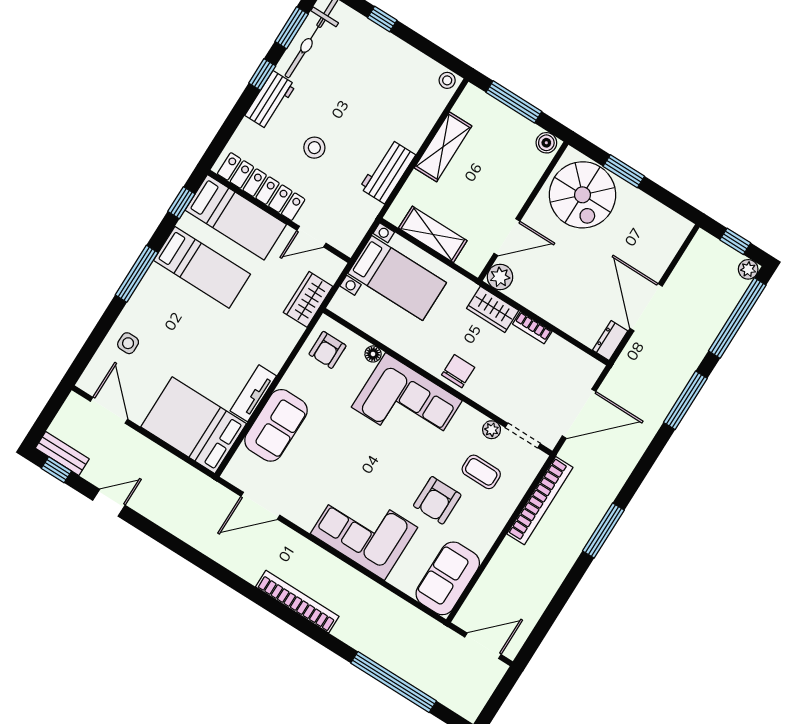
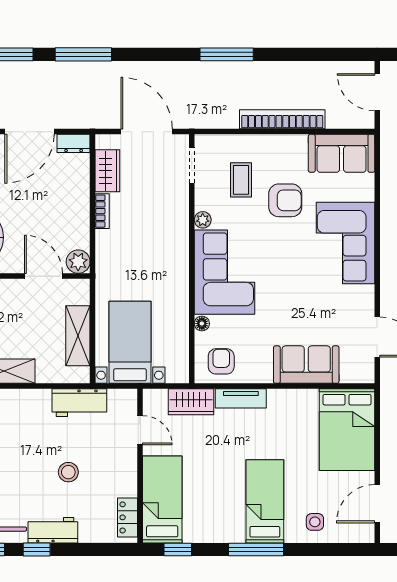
workbench: (387, 171) -> (79, 403), moved
locker: (261, 187) -> (128, 517), width x0.46, depth x0.83
bed: (202, 267) -> (265, 501), moved
wardrobe: (493, 309) -> (107, 171), moved
armchair: (327, 350) -> (221, 361), turned -90
chair: (458, 371) -> (173, 248), removed
tv unit: (253, 393) -> (241, 398), moved
plant: (492, 430) -> (203, 220), moved
bookcase: (540, 501) -> (282, 119), moved

